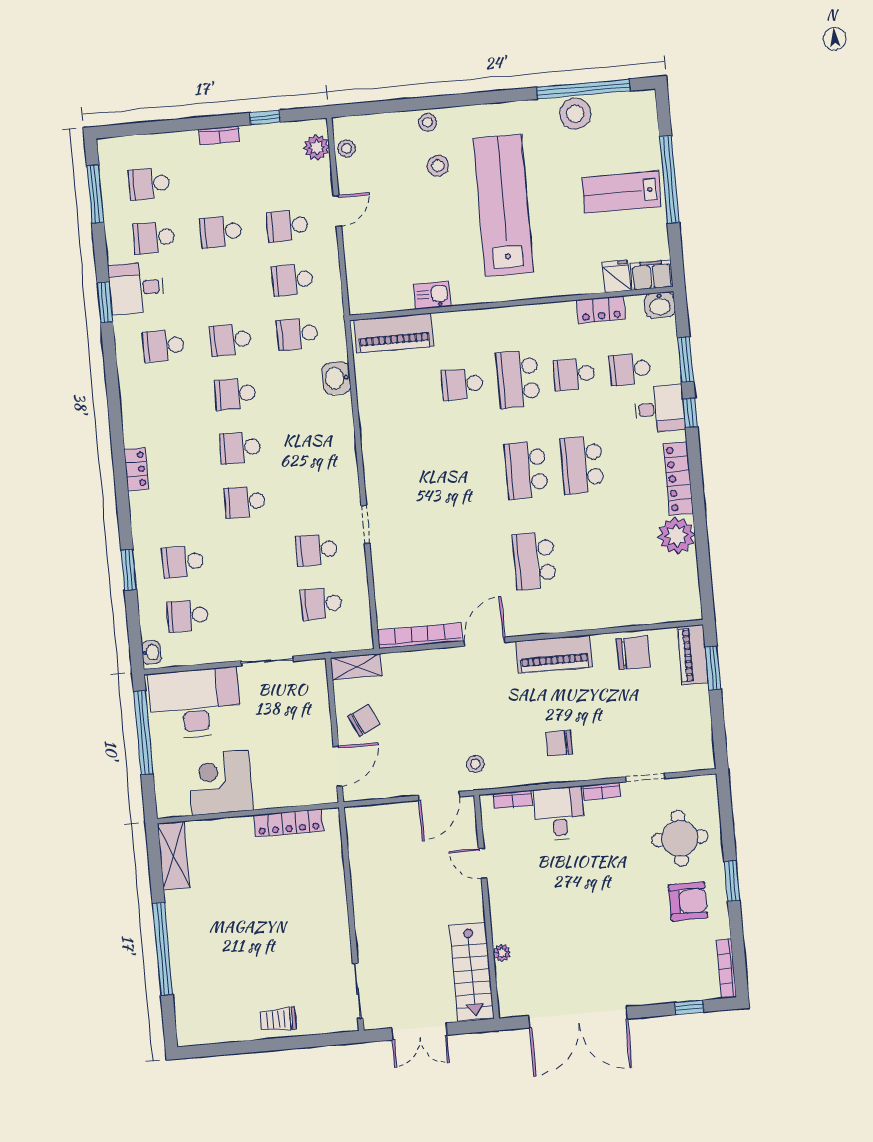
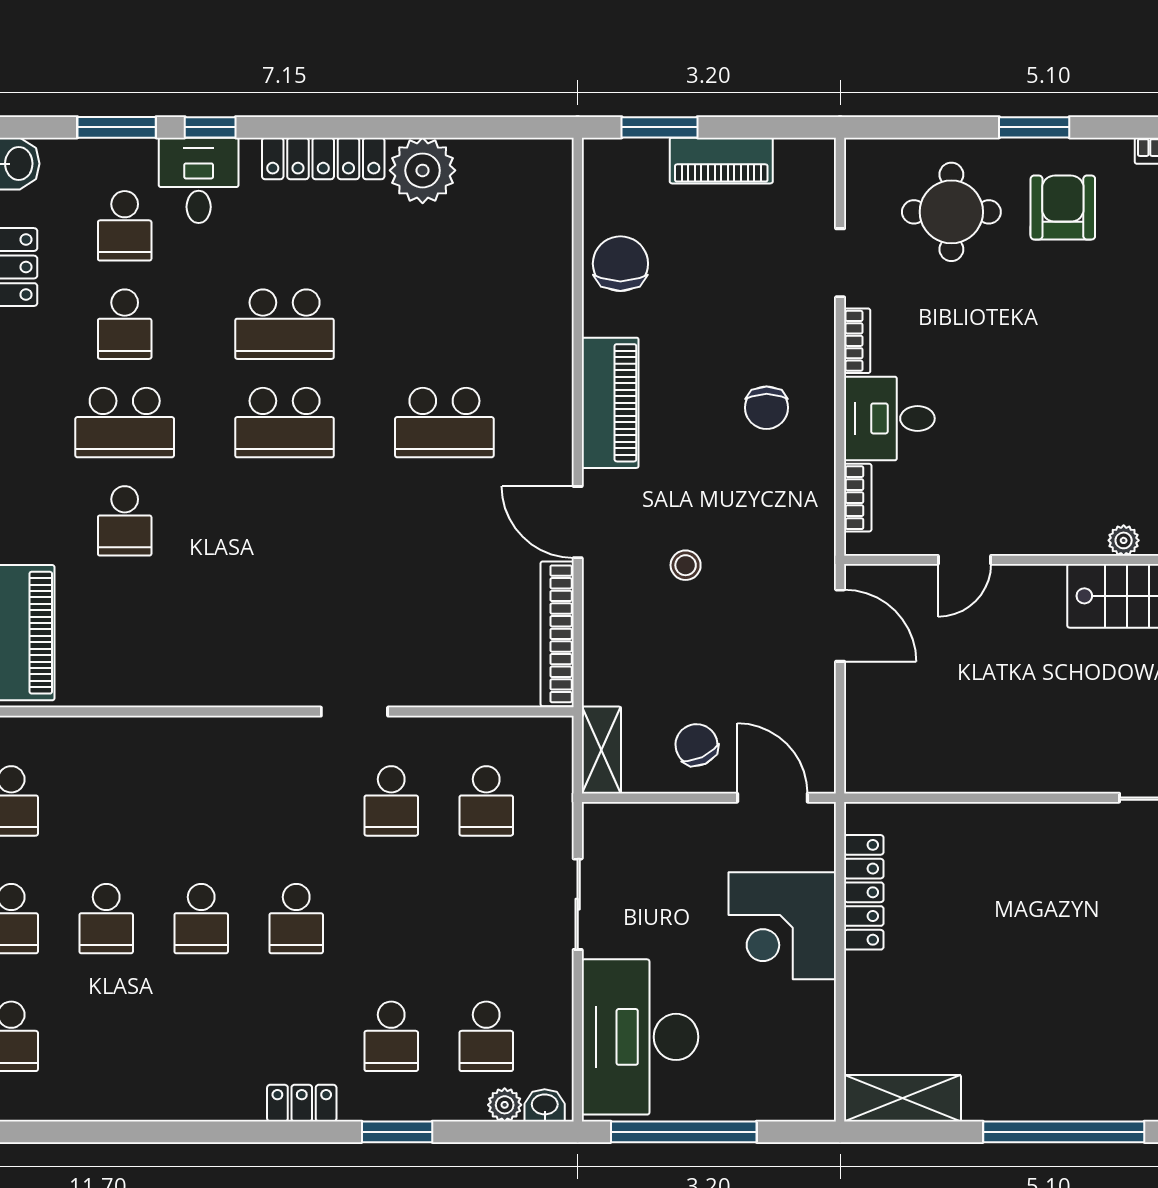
washbasin: (336, 378) -> (94, 739), removed
locker: (136, 469) -> (302, 1103), moved
plant: (150, 630) -> (505, 1105), added
piano: (693, 655) -> (721, 161), moved
stool: (475, 764) -> (686, 565), moved
corner desk: (220, 782) -> (782, 926), moved

